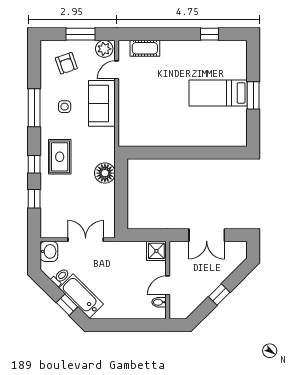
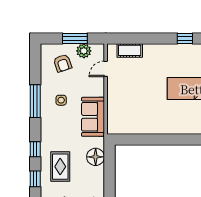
plant: (104, 49) -> (84, 51), moved
sofa: (102, 103) -> (93, 117), moved
rug: (60, 157) -> (60, 167), moved

